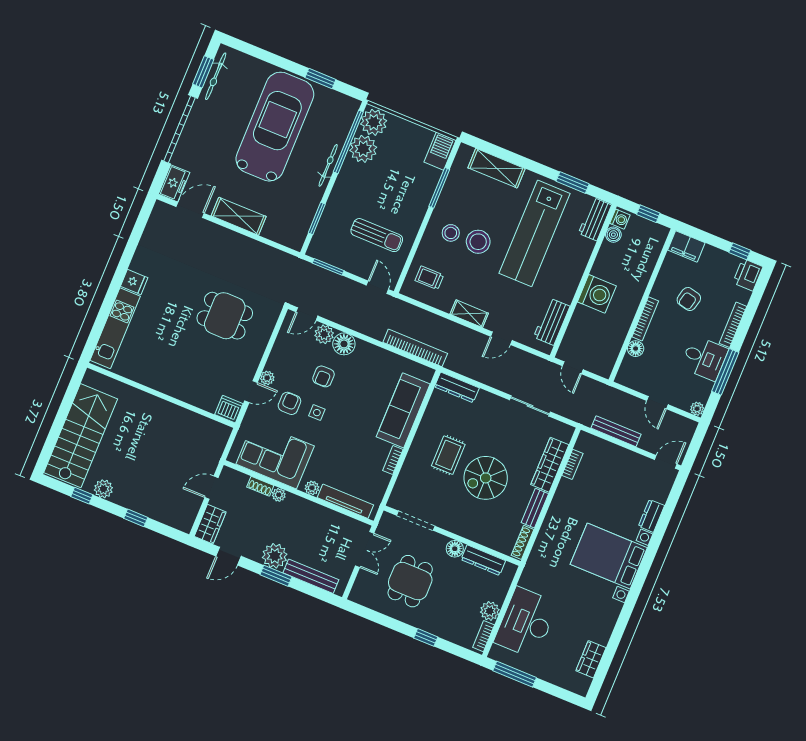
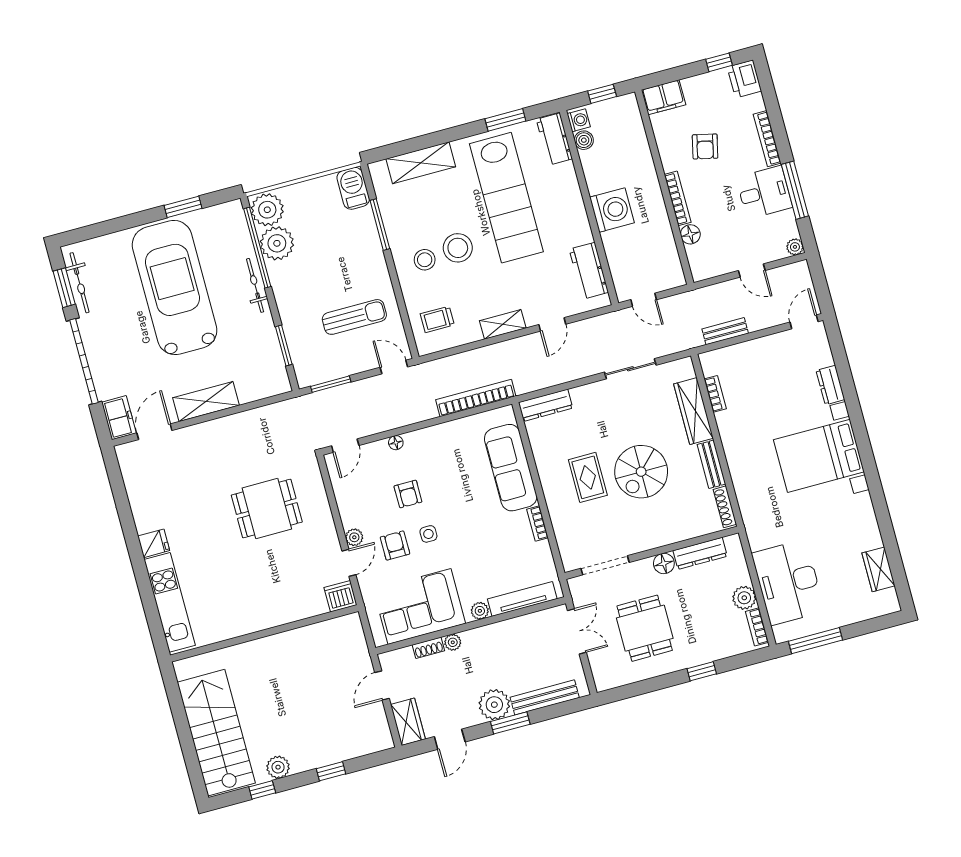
plant: (324, 334) -> (377, 453), removed
floor lamp: (344, 344) -> (396, 443), width x0.53, depth x0.53
bench: (616, 431) -> (725, 331), width x0.73

